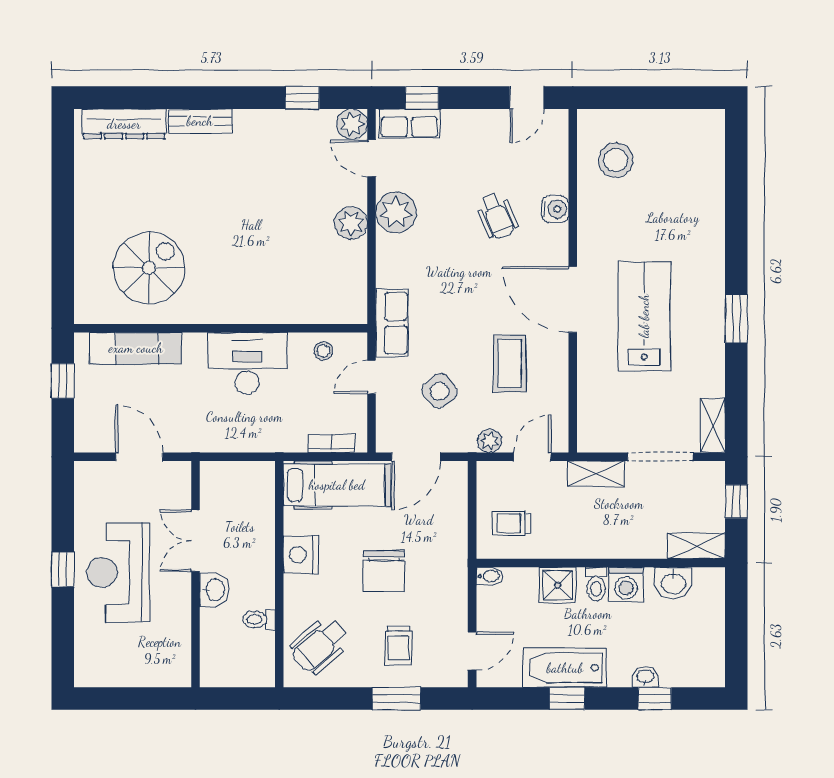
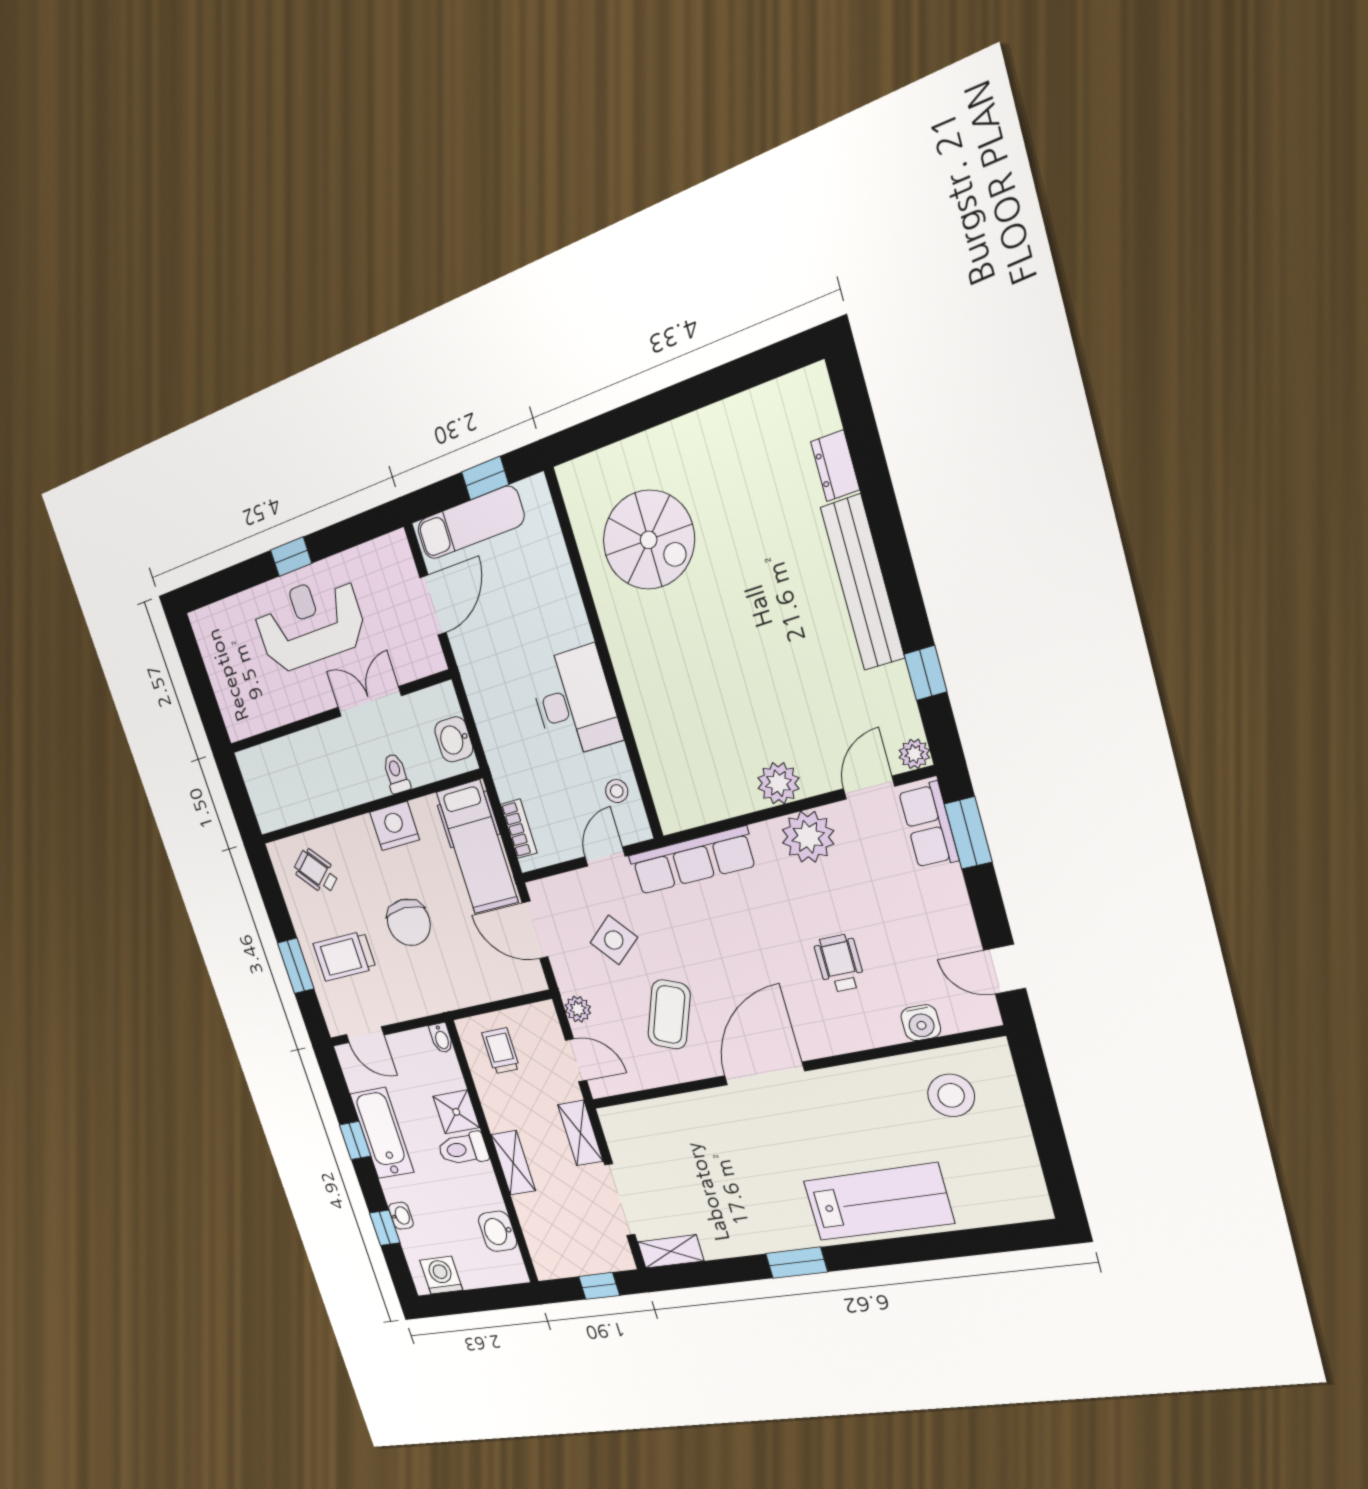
window: (422, 98) -> (968, 833), width x1.50
bench: (200, 121) -> (863, 583), width x1.86, depth x1.21
dresser: (124, 124) -> (835, 466), width x0.51, depth x0.80
plant: (352, 124) -> (914, 754), width x0.73, depth x0.73
water cooler: (555, 209) -> (921, 1023), moved
wheelchair: (497, 216) -> (839, 963), turned 113
lab bench: (644, 316) -> (878, 1202), moved
row of seats: (392, 323) -> (692, 861), width x1.48
exam couch: (136, 348) -> (470, 523), moved, turned -90
coffee table: (510, 363) -> (669, 1015), turned -68
door: (372, 377) -> (605, 857), hinge flipped
shelving: (696, 546) -> (513, 1163), moved
chair: (384, 571) -> (409, 922), turned -90
toilet: (596, 584) -> (463, 1149), width x1.37, depth x1.39
washing machine: (626, 584) -> (441, 1275), moved, turned 90
washbasin: (214, 590) -> (454, 739), moved, turned 90
toilet: (259, 619) -> (396, 774), moved
wheelchair: (320, 645) -> (316, 872), width x0.73, depth x0.73
trolley: (399, 645) -> (344, 956), width x1.36, depth x1.39

